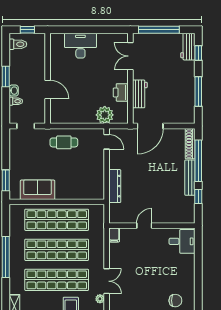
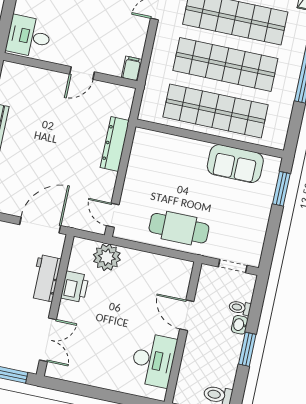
desk: (80, 46) -> (153, 360), moved, turned -90
cafe table: (64, 142) -> (179, 228), width x1.37, depth x1.35

